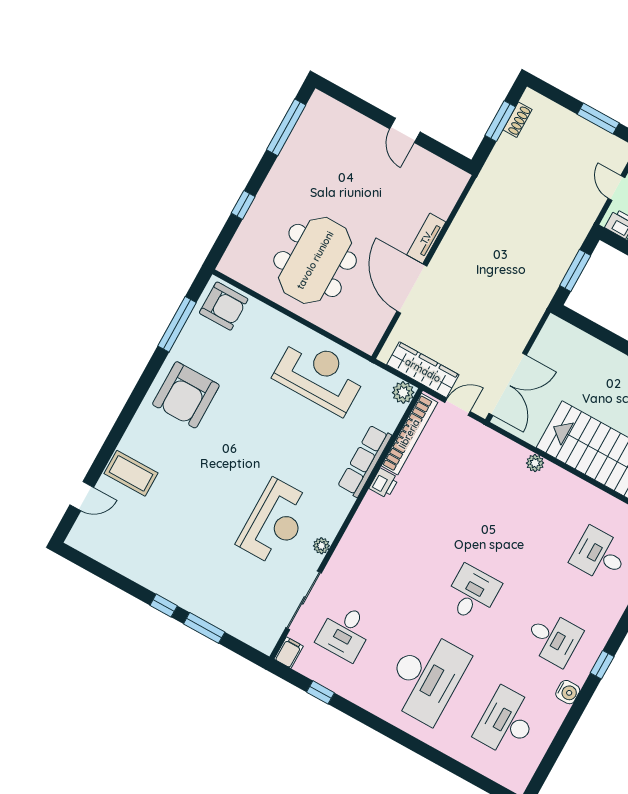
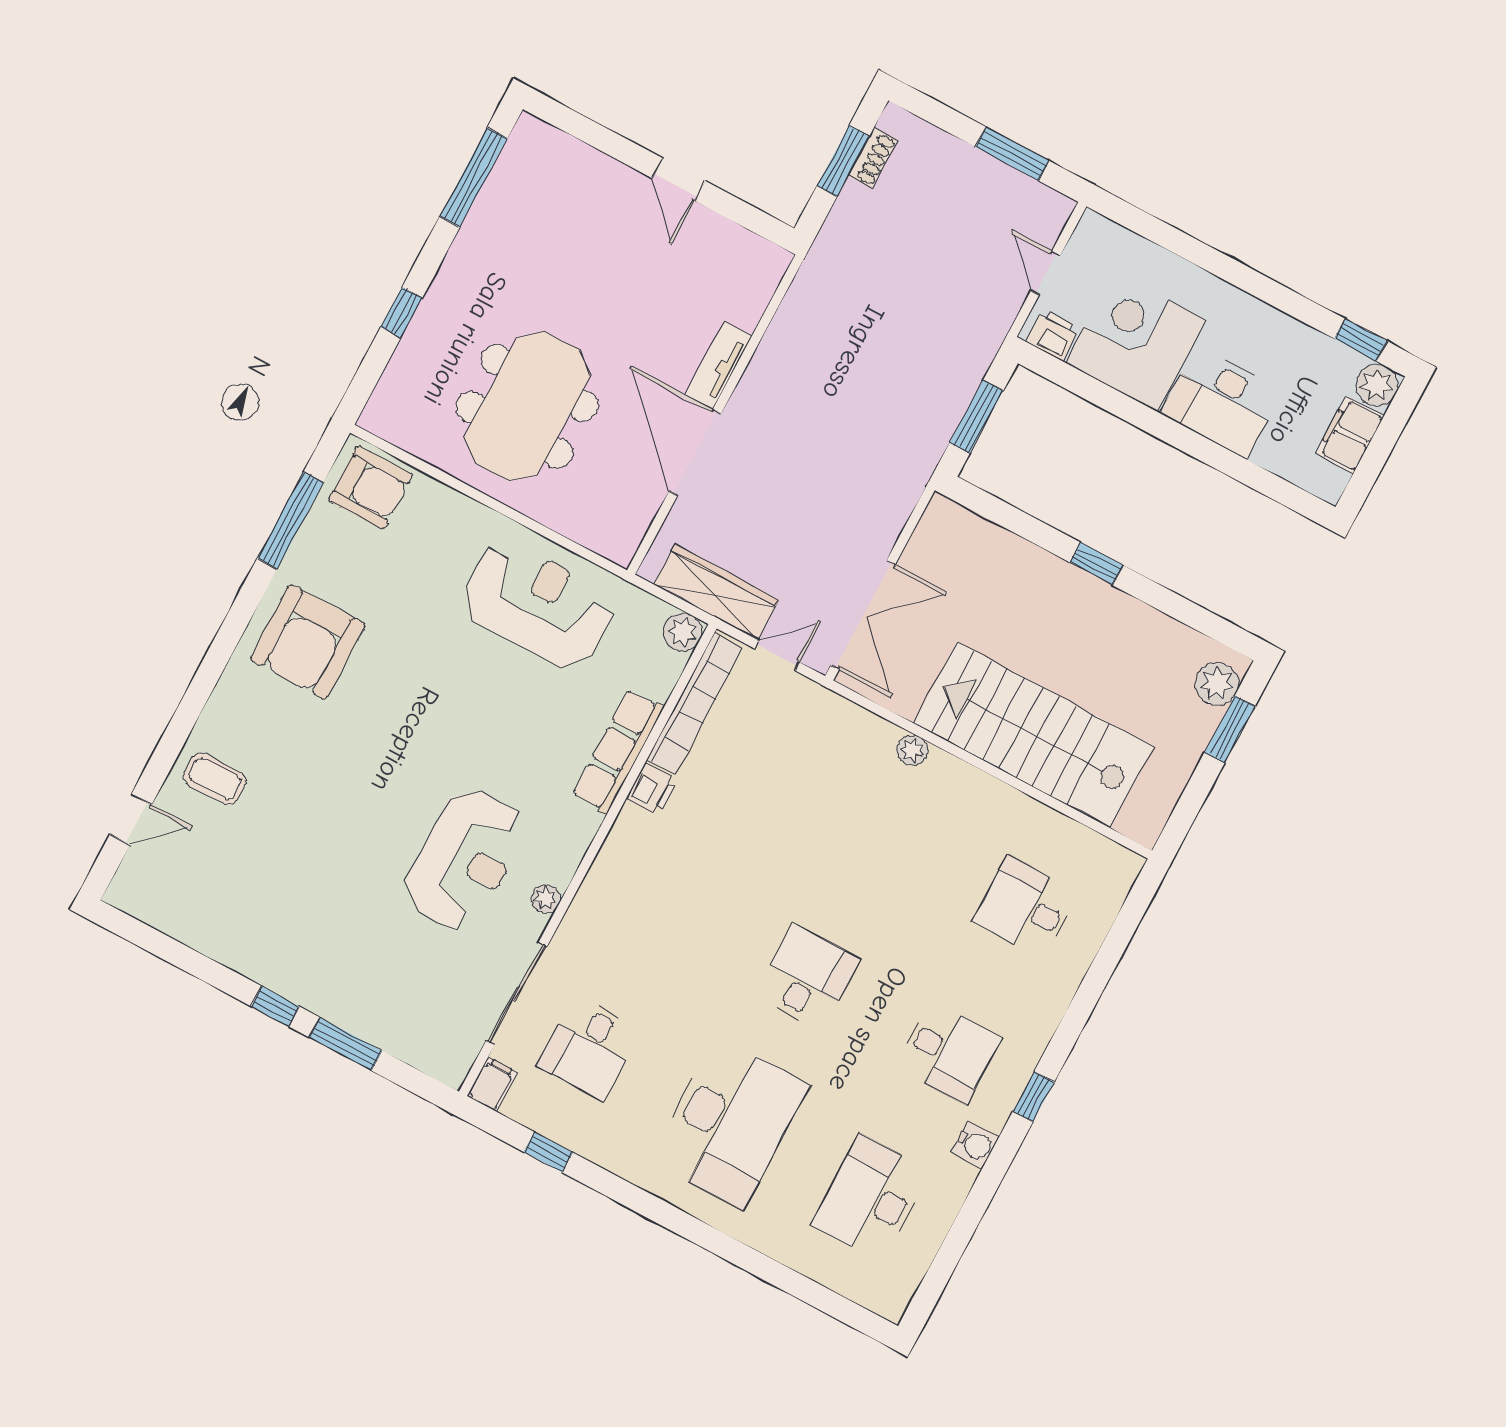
coffee table: (131, 473) -> (215, 779), width x0.73, depth x0.77

